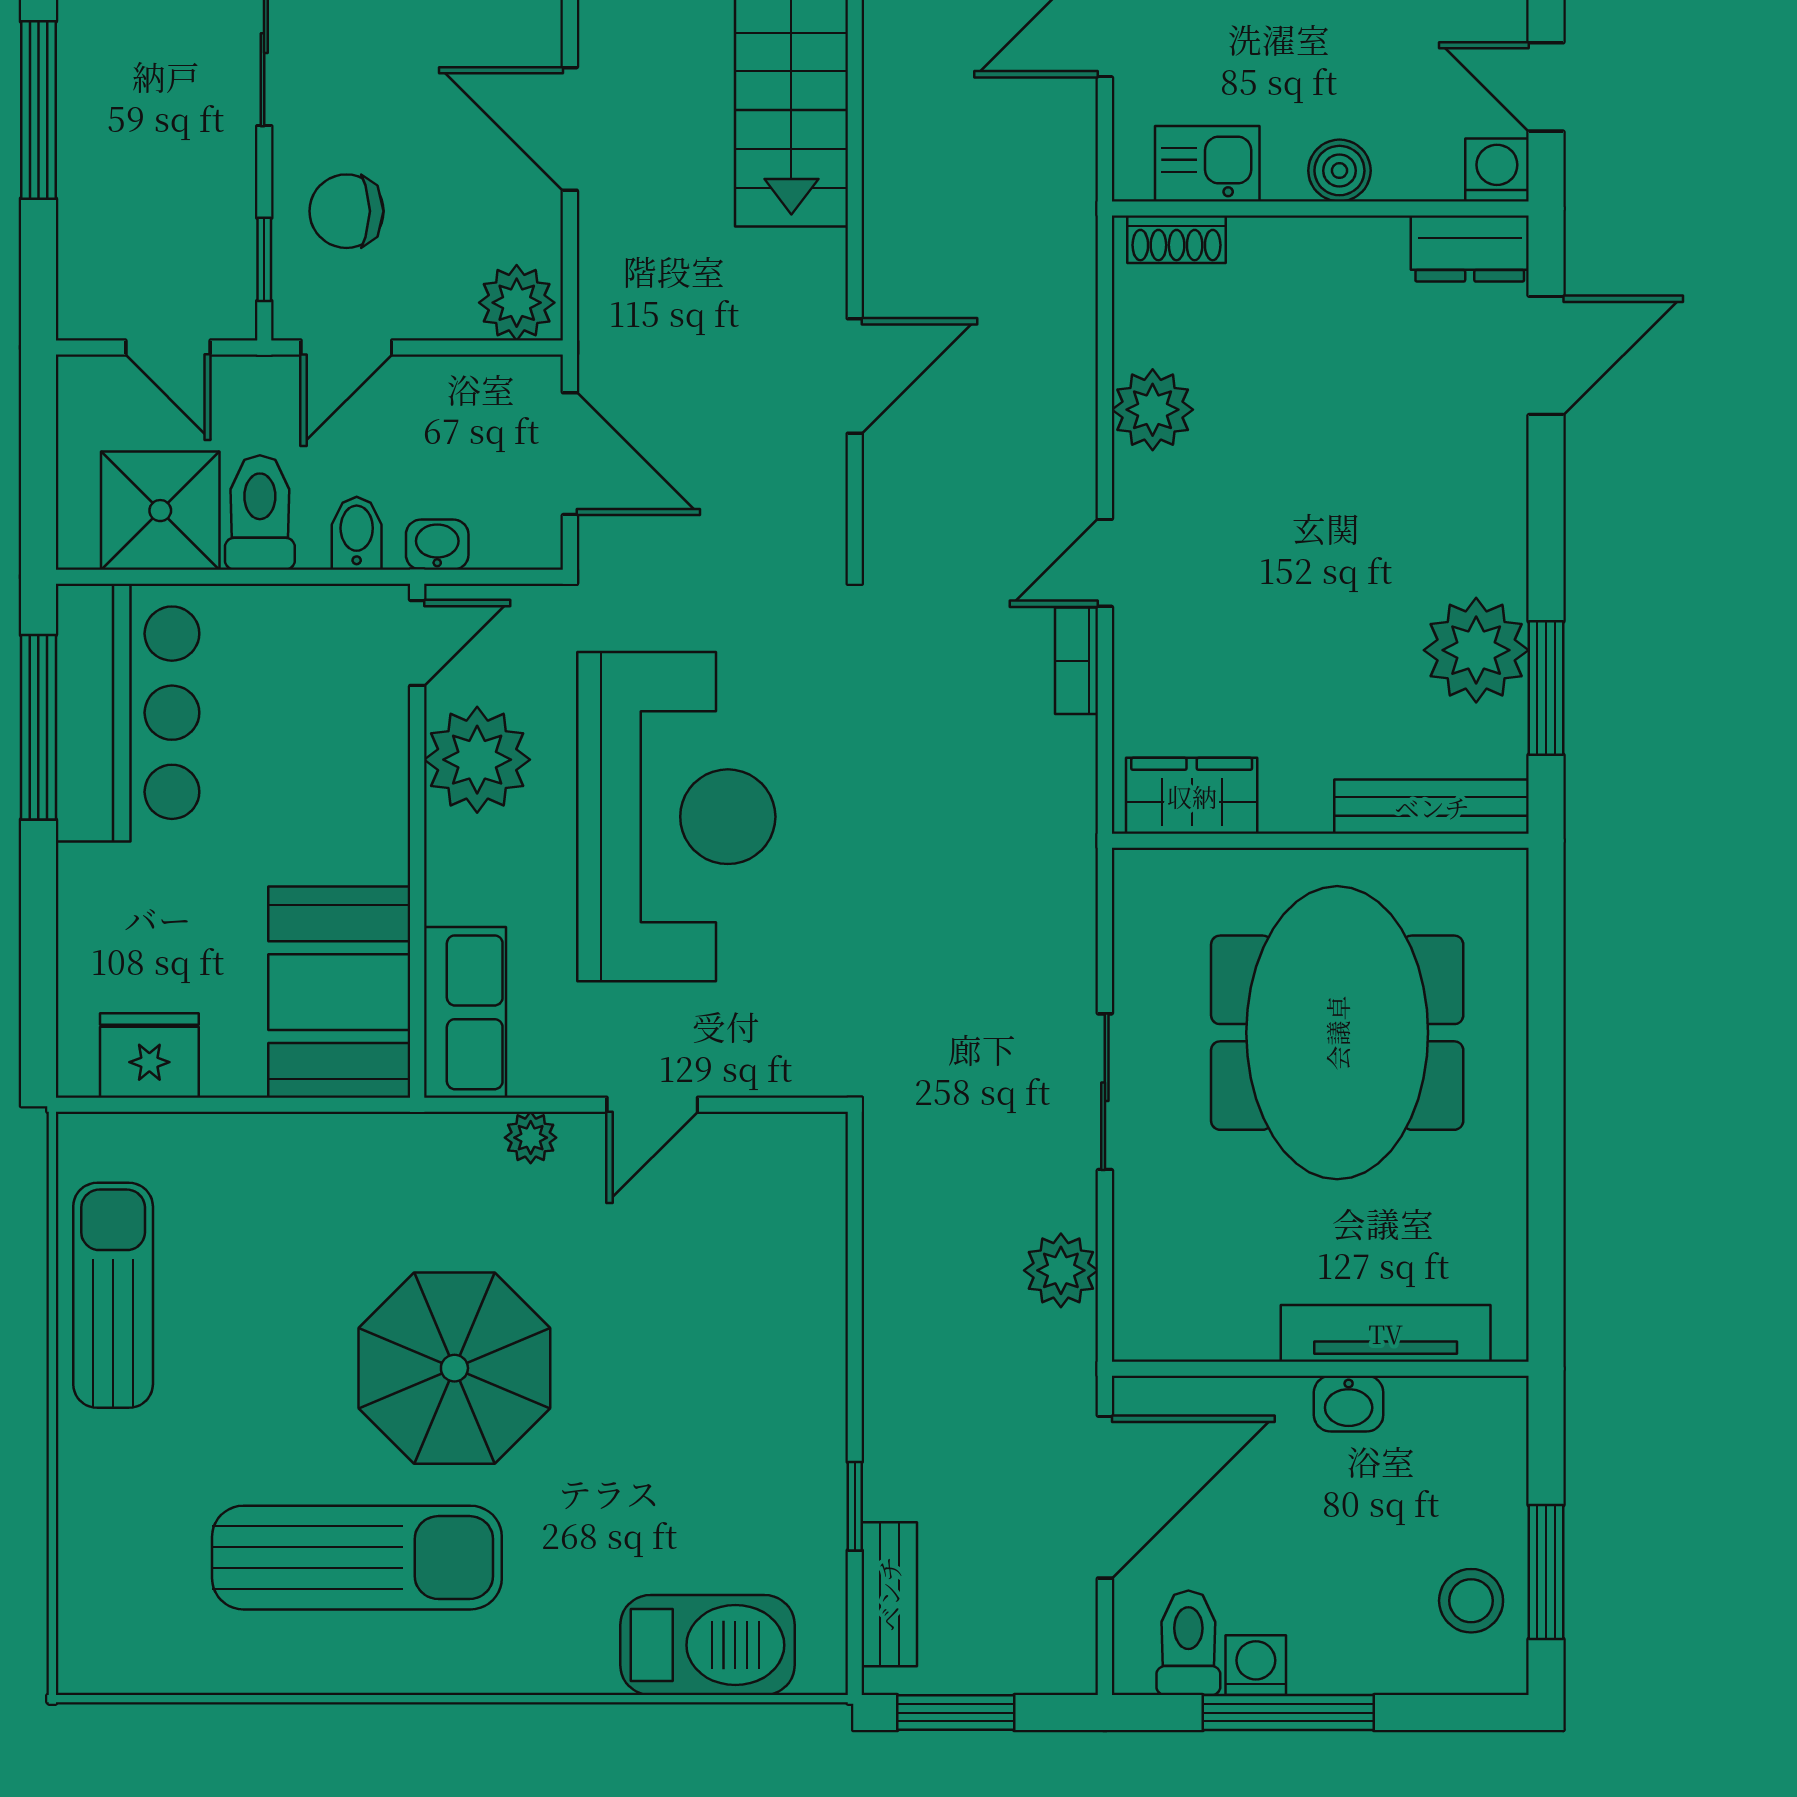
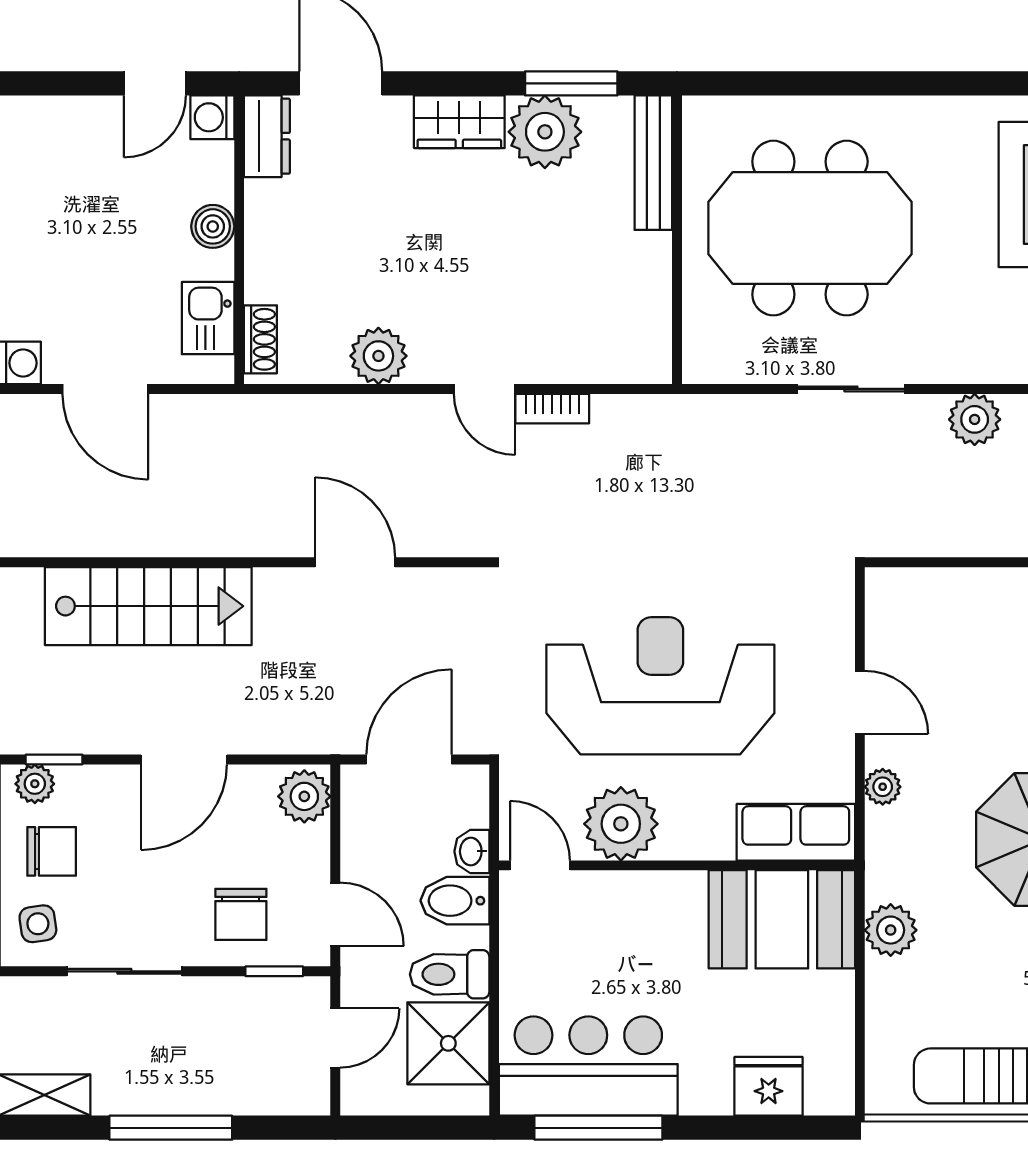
bidet: (357, 533) -> (455, 901), width x1.38, depth x1.36
wardrobe: (1192, 796) -> (459, 122), moved, turned -90
fridge: (149, 1055) -> (769, 1086), moved, turned 90
plant: (324, 1149) -> (891, 930), added

